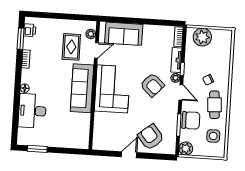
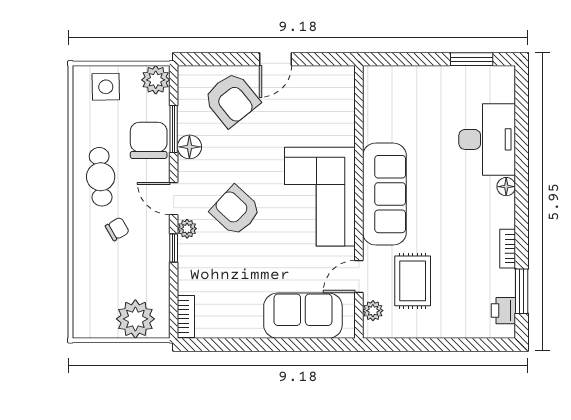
tv unit: (176, 60) -> (188, 267), removed
floor lamp: (172, 116) -> (189, 147), added
chair: (191, 120) -> (149, 140), turned 90
side table: (213, 136) -> (106, 87), moved

